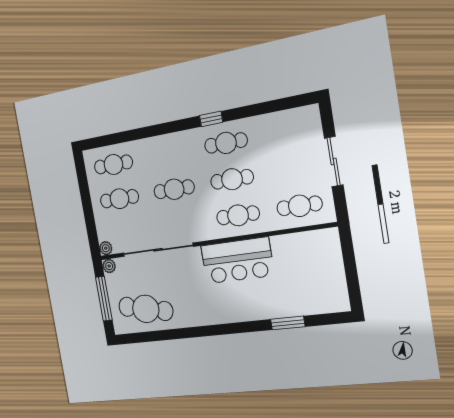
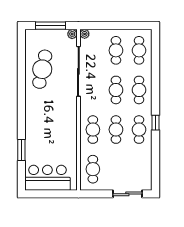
cafe table: (168, 154) -> (139, 90), added
sliding door: (334, 161) -> (127, 194), moved
bar counter: (237, 261) -> (47, 178), moved, turned 90
cafe table: (146, 309) -> (42, 69), moved

